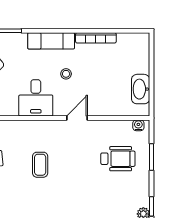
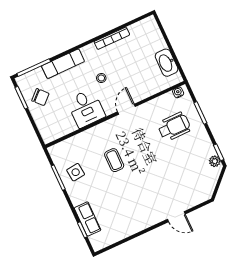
exam couch: (51, 41) -> (63, 64), moved

